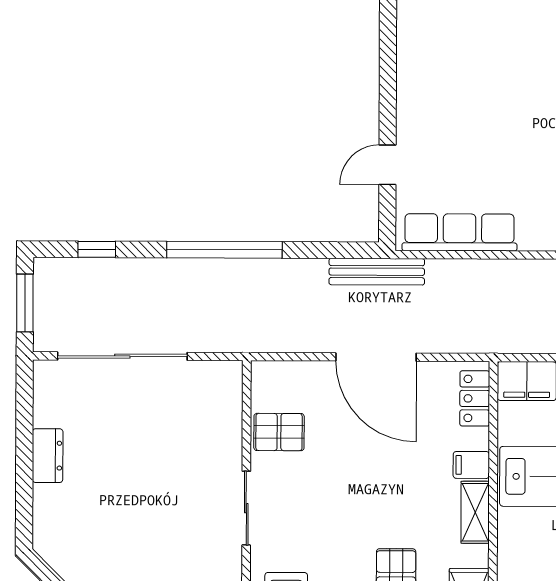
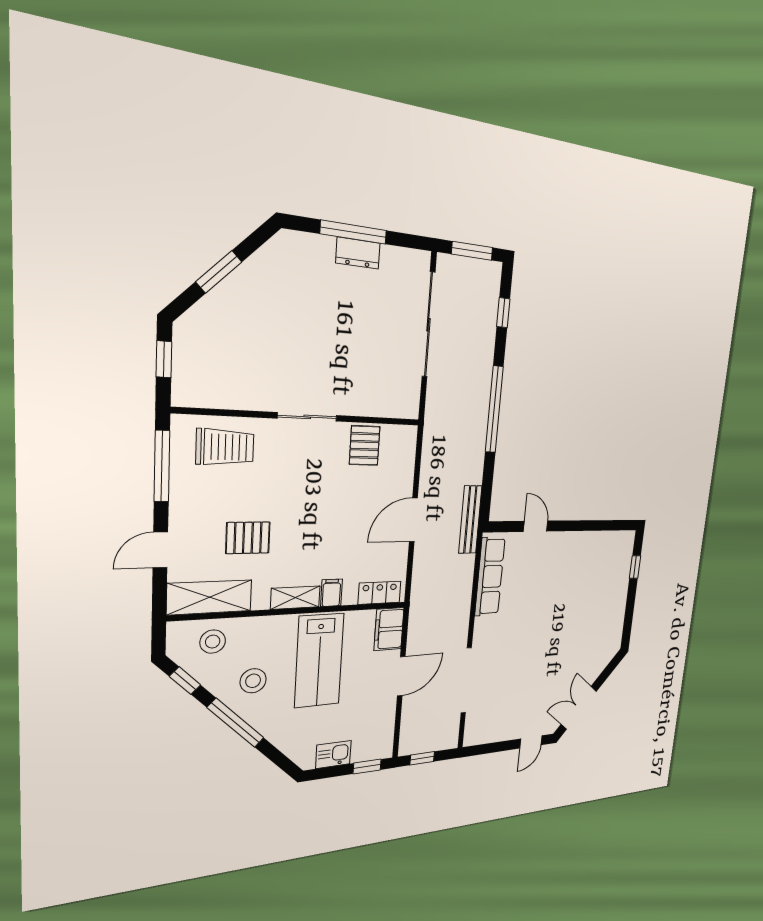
door: (376, 357) -> (413, 520), width x0.73
window: (24, 462) -> (354, 232), added

